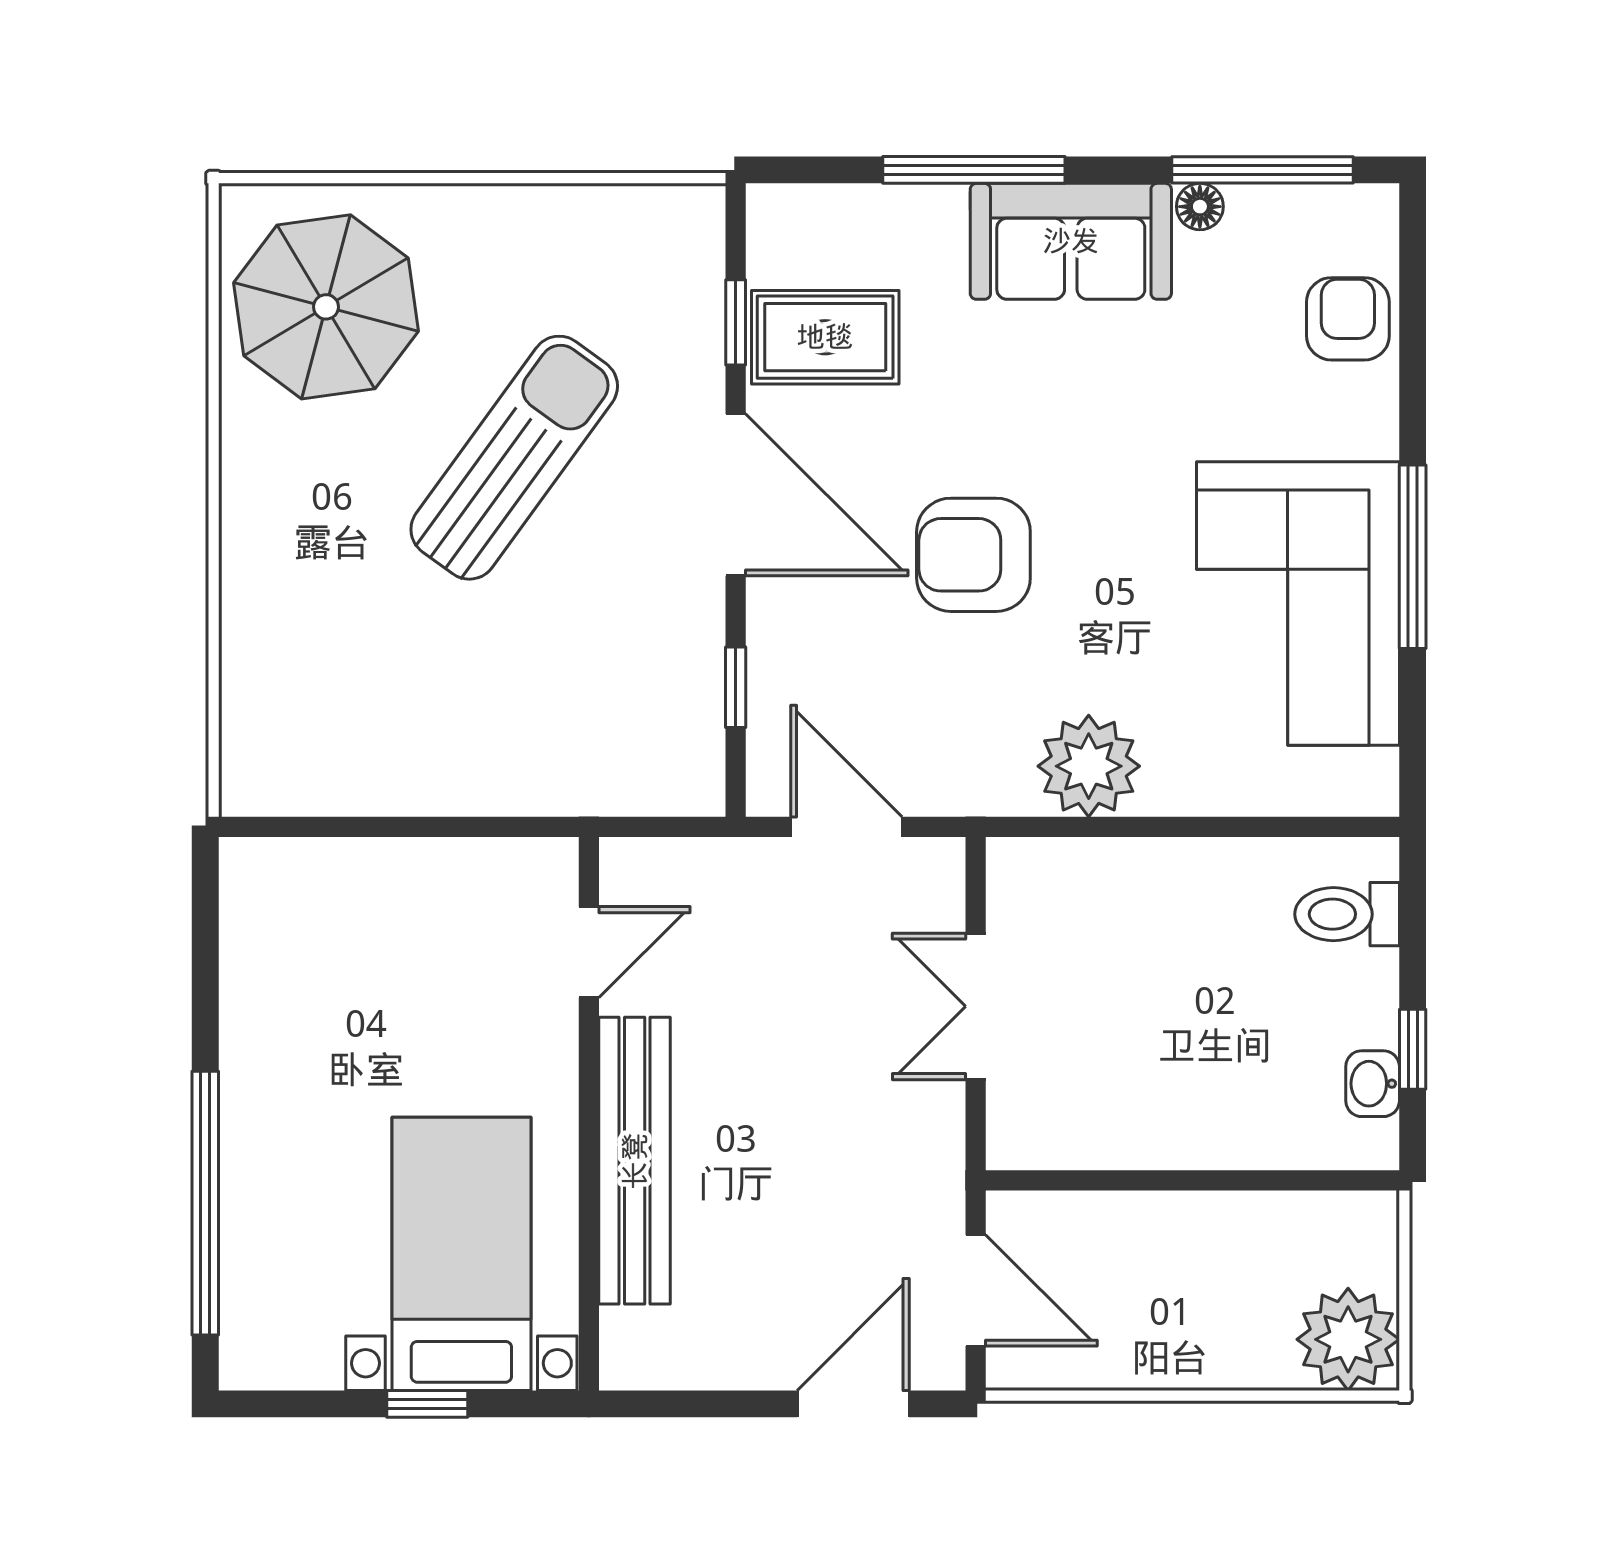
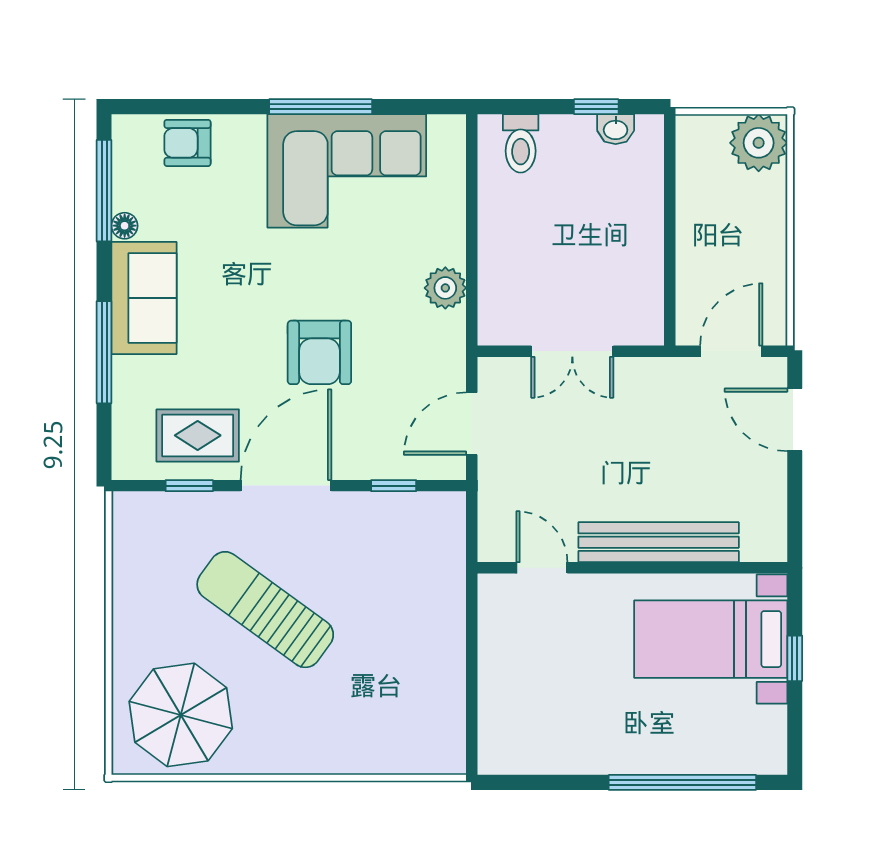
rug: (825, 337) -> (198, 435), turned 90
plant: (1089, 766) -> (445, 288), width x0.73, depth x0.73

